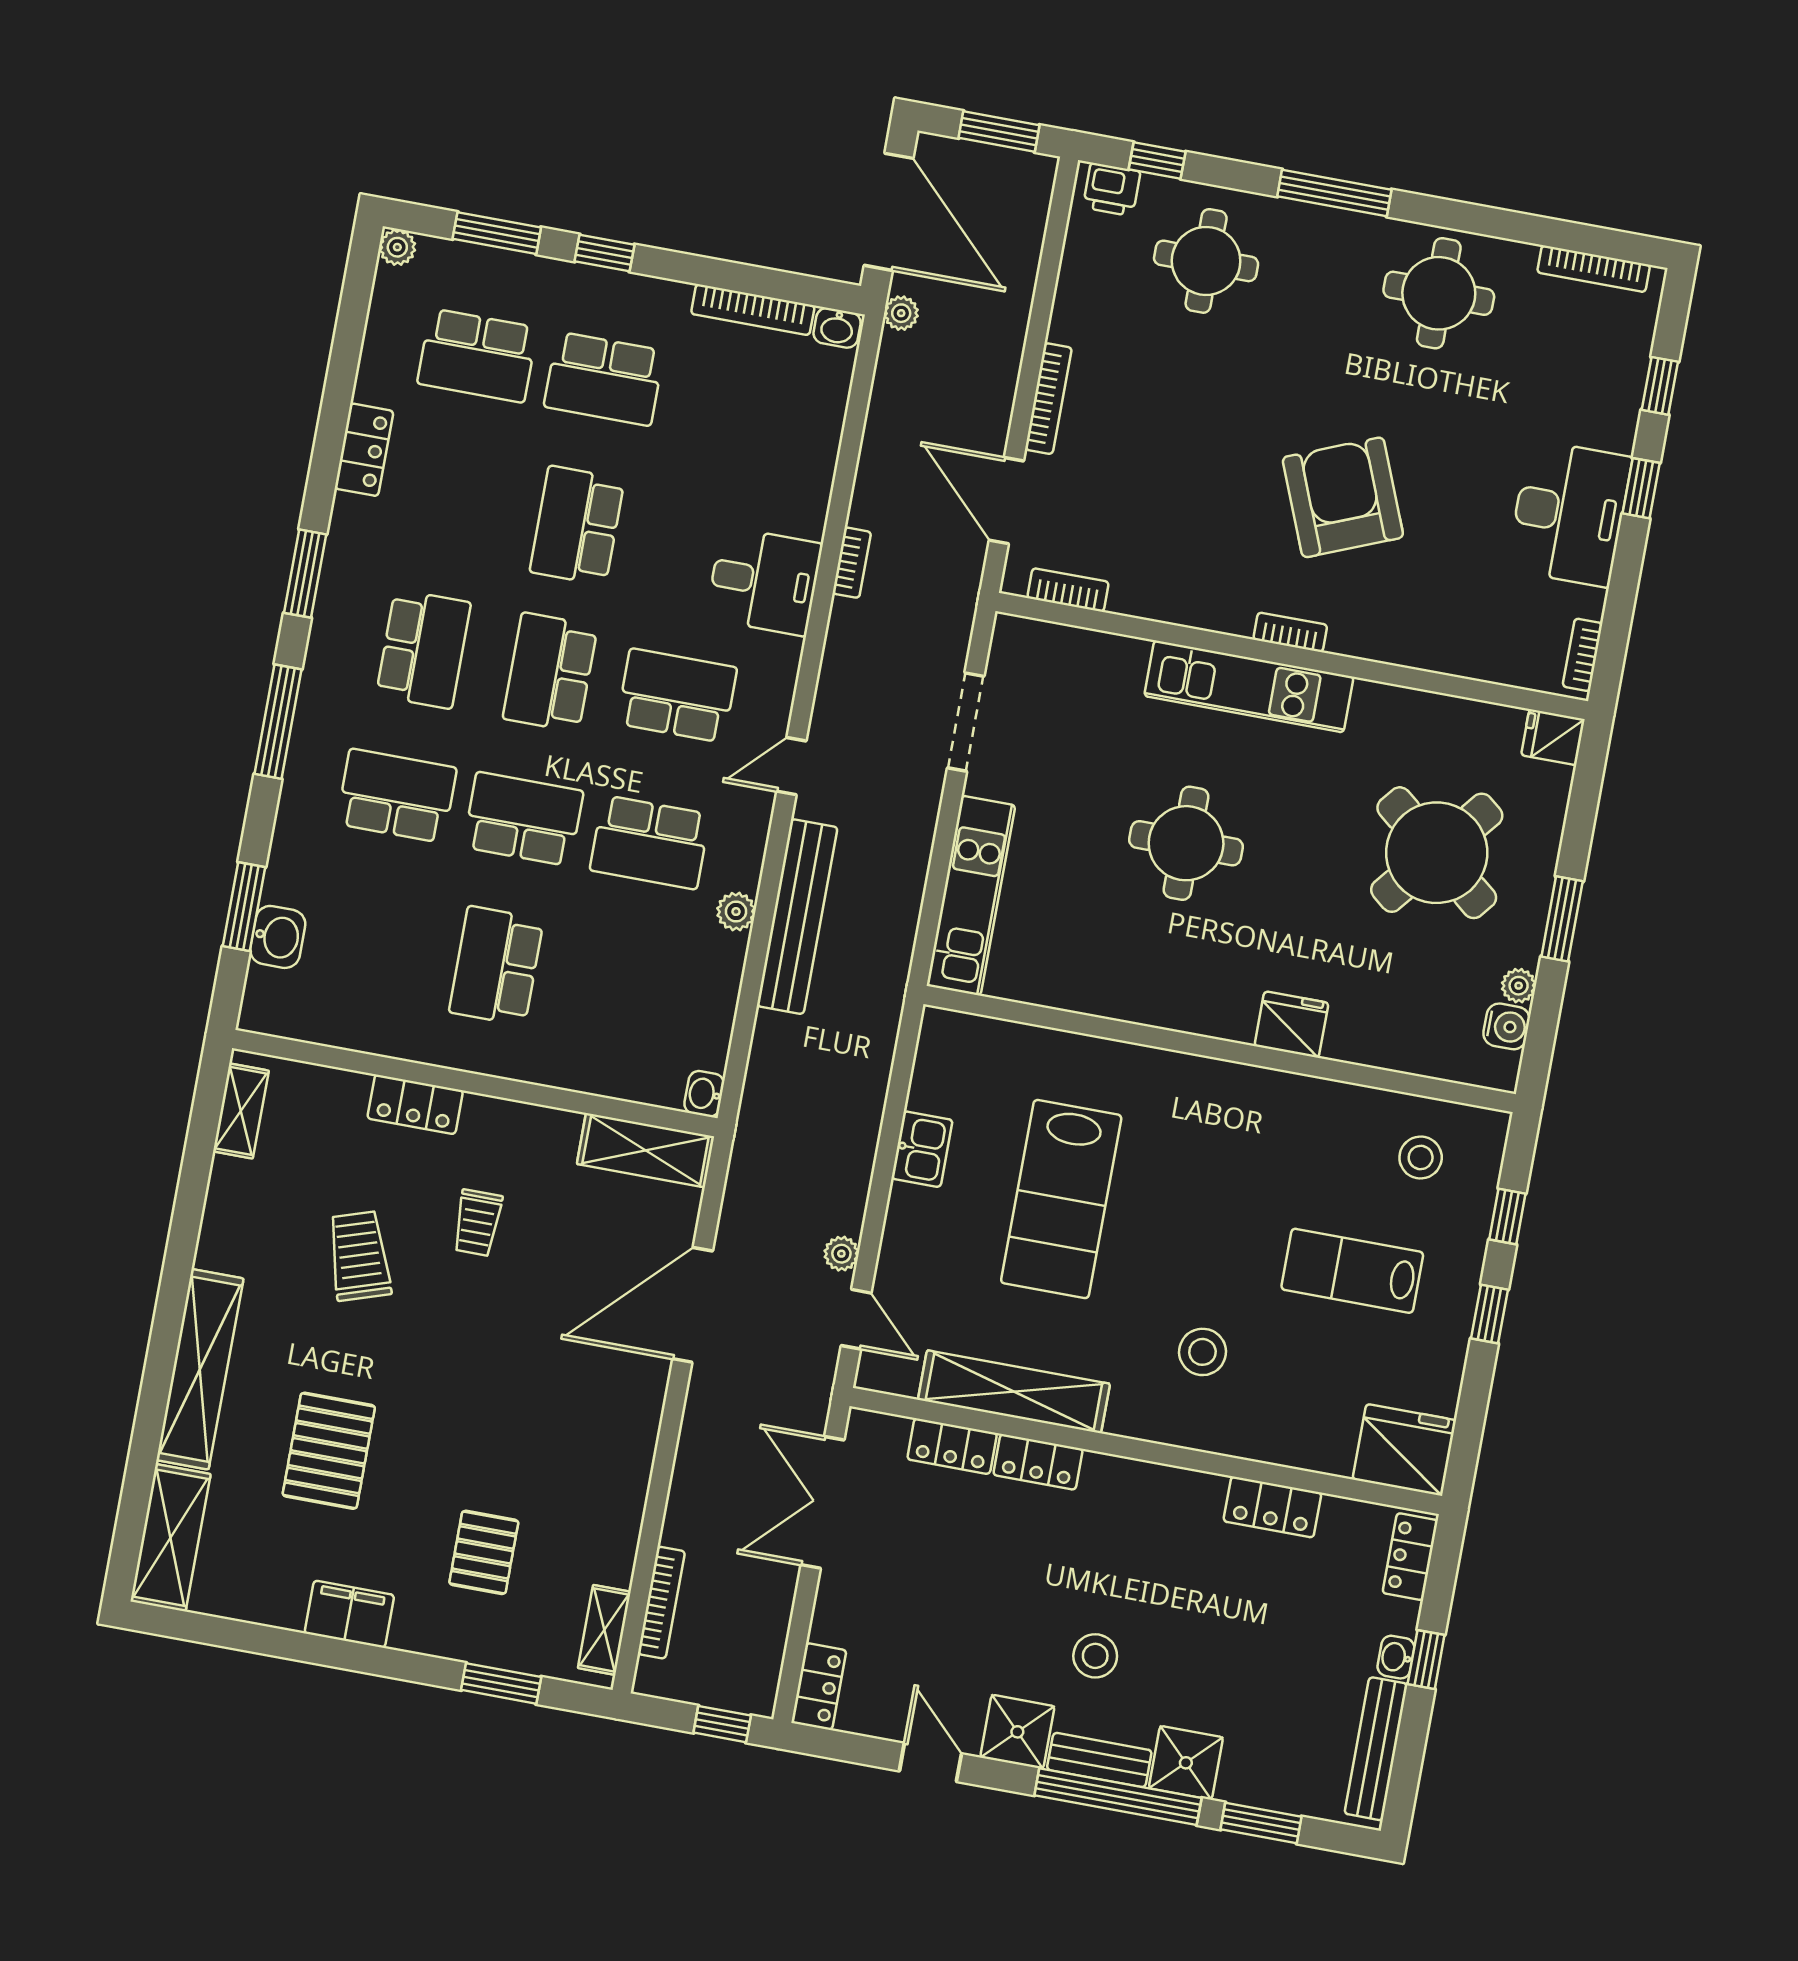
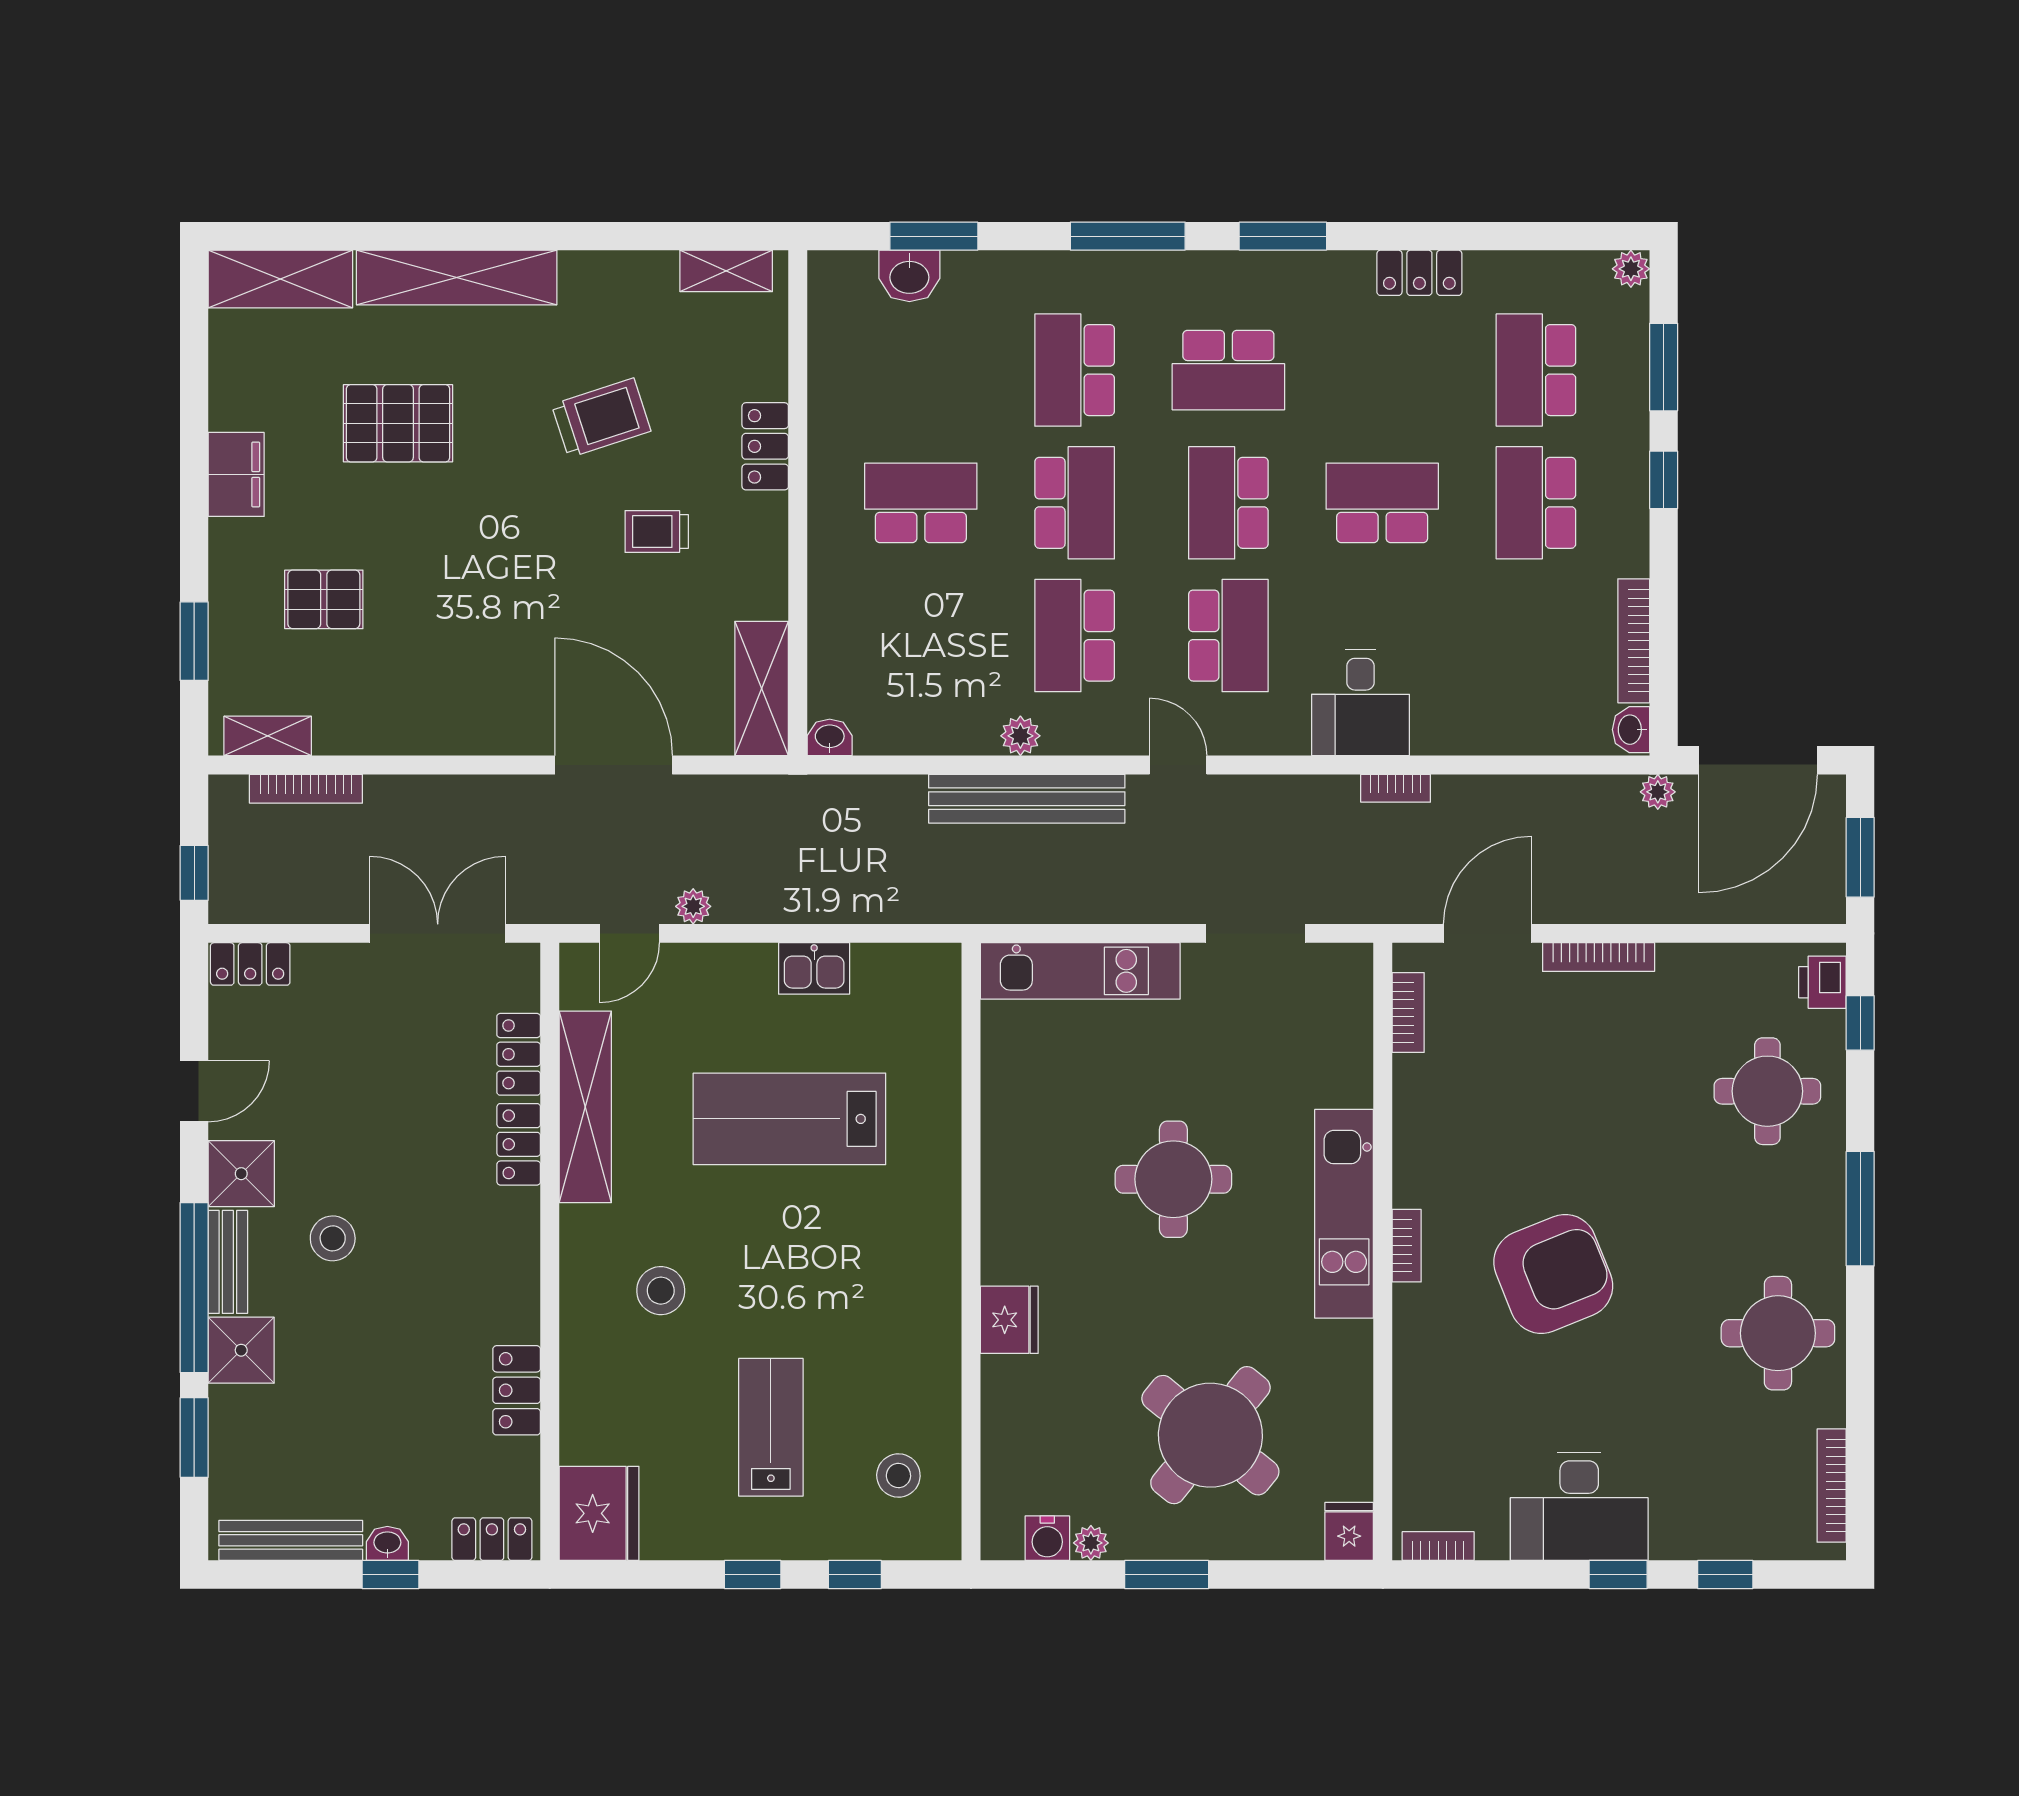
school desk: (550, 672) -> (1228, 503), turned -90
school desk: (397, 796) -> (1075, 370), turned 180

